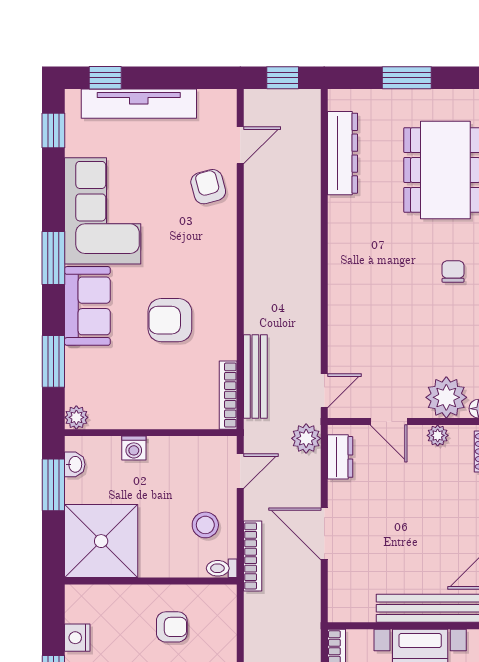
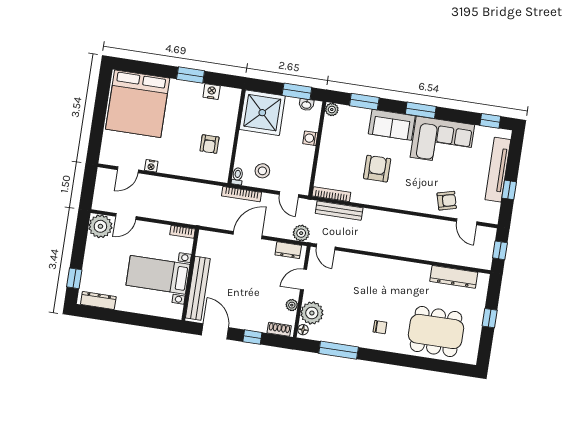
window: (105, 78) -> (509, 190), moved
window: (407, 78) -> (490, 318), width x0.67

